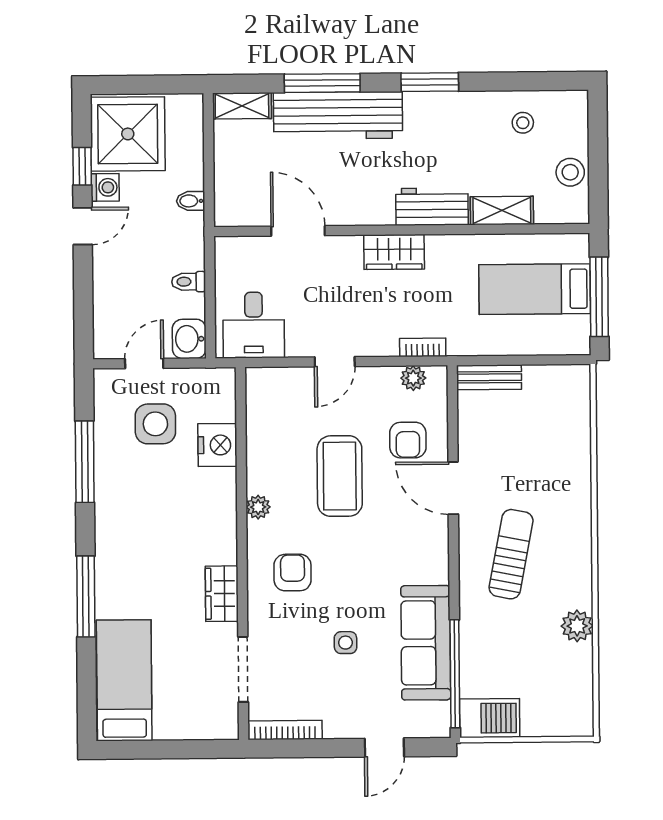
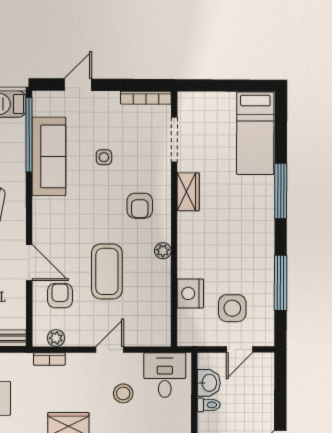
stool: (314, 298) -> (123, 393), added
washbasin: (189, 339) -> (209, 383), moved

